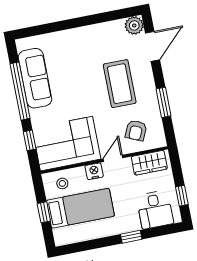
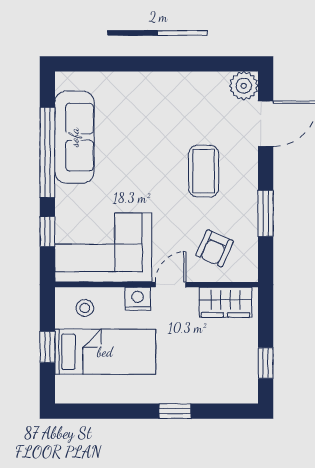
coffee table: (120, 84) -> (204, 171), width x0.73, depth x0.76
desk: (155, 210) -> (220, 376), removed

